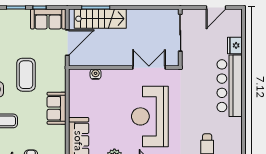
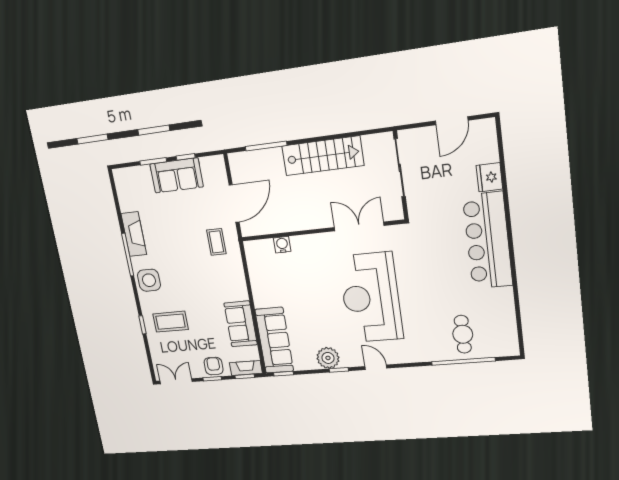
sofa: (48, 19) -> (177, 175), moved
stairs: (100, 19) -> (323, 156), moved
coffee table: (26, 75) -> (216, 242), moved, width x0.54, depth x0.58
sofa: (57, 108) -> (241, 324), moved

